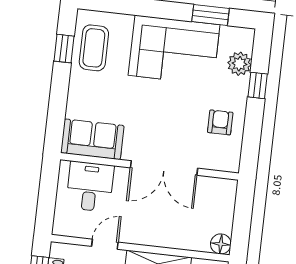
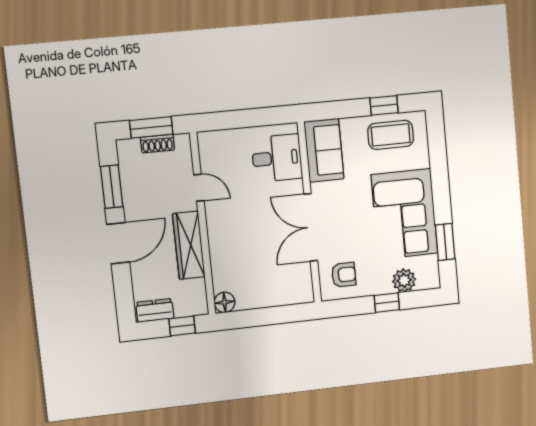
sofa: (92, 139) -> (324, 150), moved
wall: (149, 166) -> (309, 213), moved
double door: (164, 168) -> (311, 227), moved
desk: (90, 187) -> (277, 158), moved

